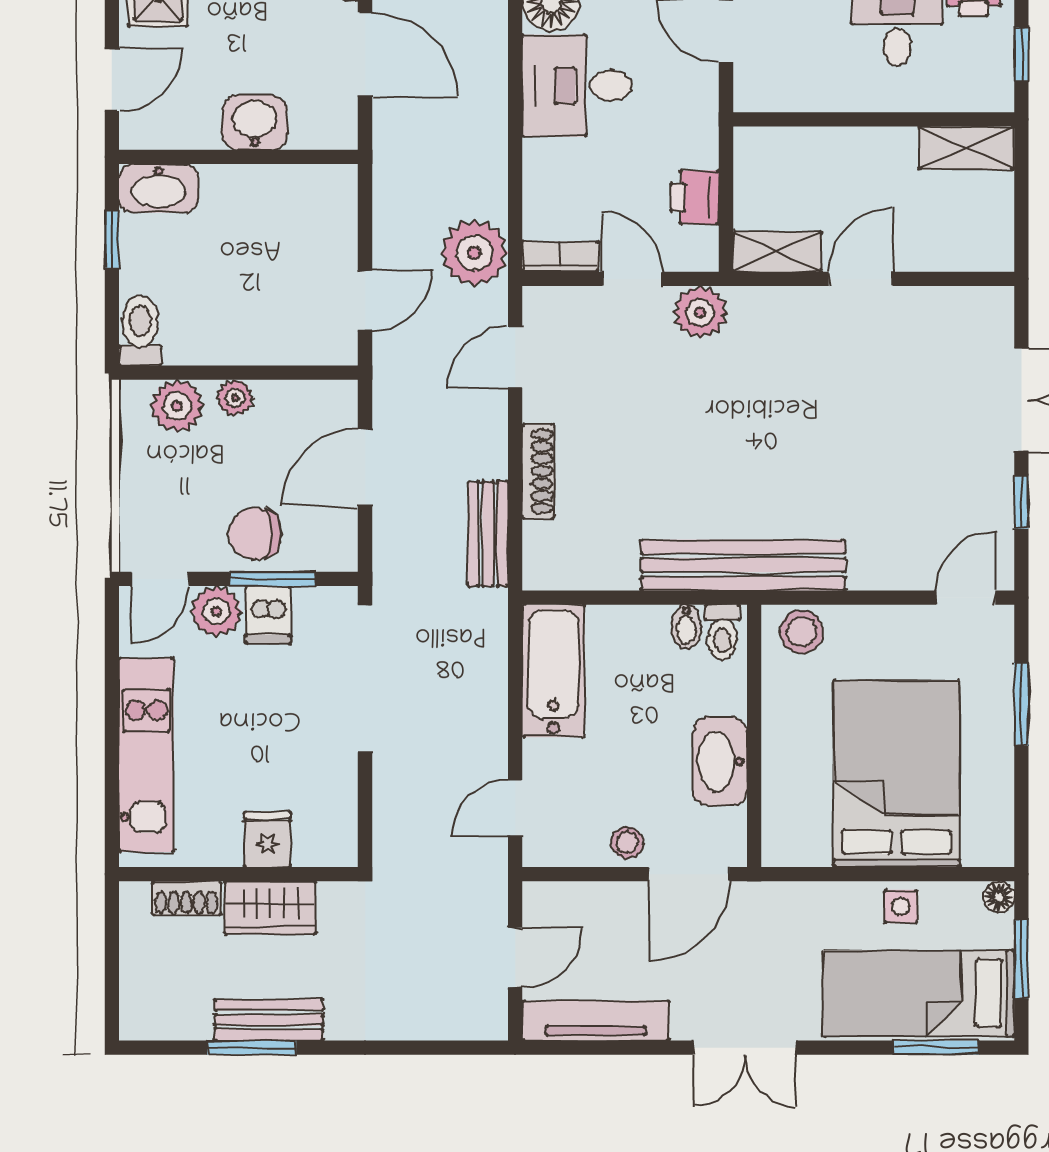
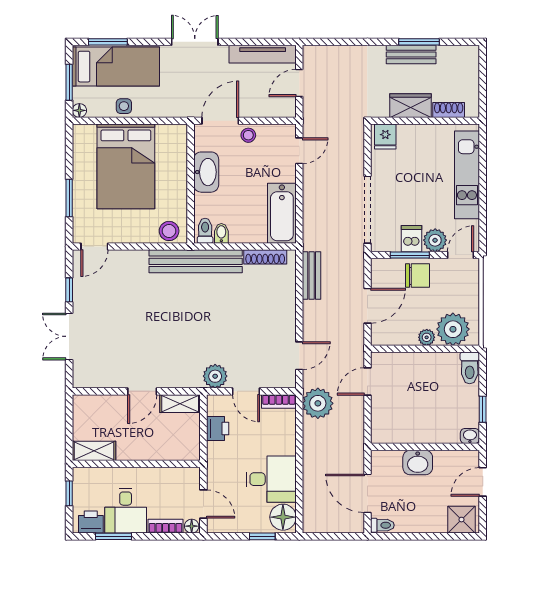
washbasin: (159, 188) -> (470, 436), width x0.52, depth x0.69
plant: (177, 406) -> (453, 329), width x1.36, depth x1.36
shoe rack: (538, 471) -> (265, 257), moved, turned -90
fridge: (267, 839) -> (385, 137), moved

